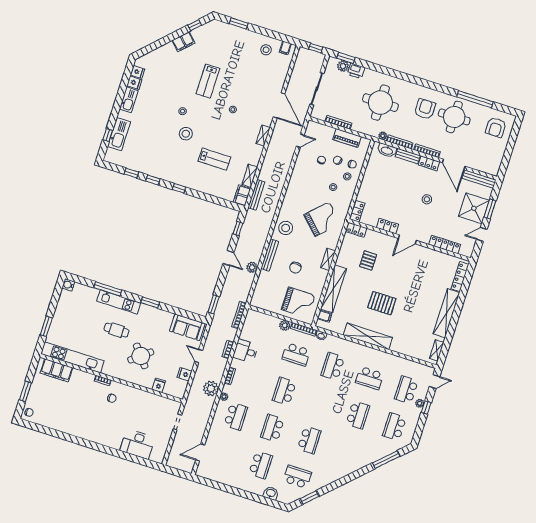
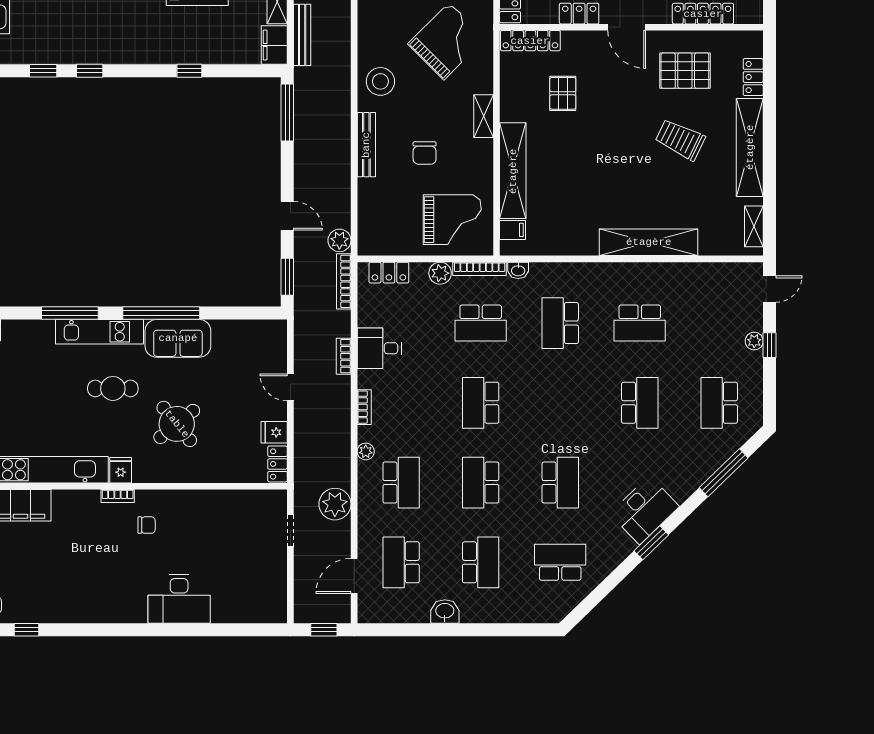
window: (179, 188) -> (189, 71), moved
window: (238, 228) -> (287, 113), width x2.17
locker: (356, 230) -> (530, 41), width x1.53
door: (407, 239) -> (627, 27), hinge flipped
door: (228, 258) -> (287, 216), moved
plant: (252, 267) -> (339, 240), moved
locker: (460, 276) -> (753, 77), width x0.66
trolley: (415, 299) -> (680, 140), added
window: (150, 302) -> (161, 313), width x2.11
pallet: (382, 303) -> (685, 71), moved
locker: (261, 318) -> (389, 273), added
sofa: (187, 327) -> (178, 338), moved
shelving: (368, 336) -> (649, 242), moved
fridge: (159, 385) -> (121, 470), moved
locker: (181, 389) -> (278, 464), added
plant: (211, 389) -> (335, 504), moved
school desk: (406, 390) -> (401, 562), moved
window: (41, 429) -> (27, 630), added
desk: (137, 444) -> (179, 599), moved
desk: (344, 465) -> (644, 510), added
window: (178, 473) -> (324, 630), added
washbasin: (271, 493) -> (445, 611), moved
window: (309, 497) -> (651, 543), moved

